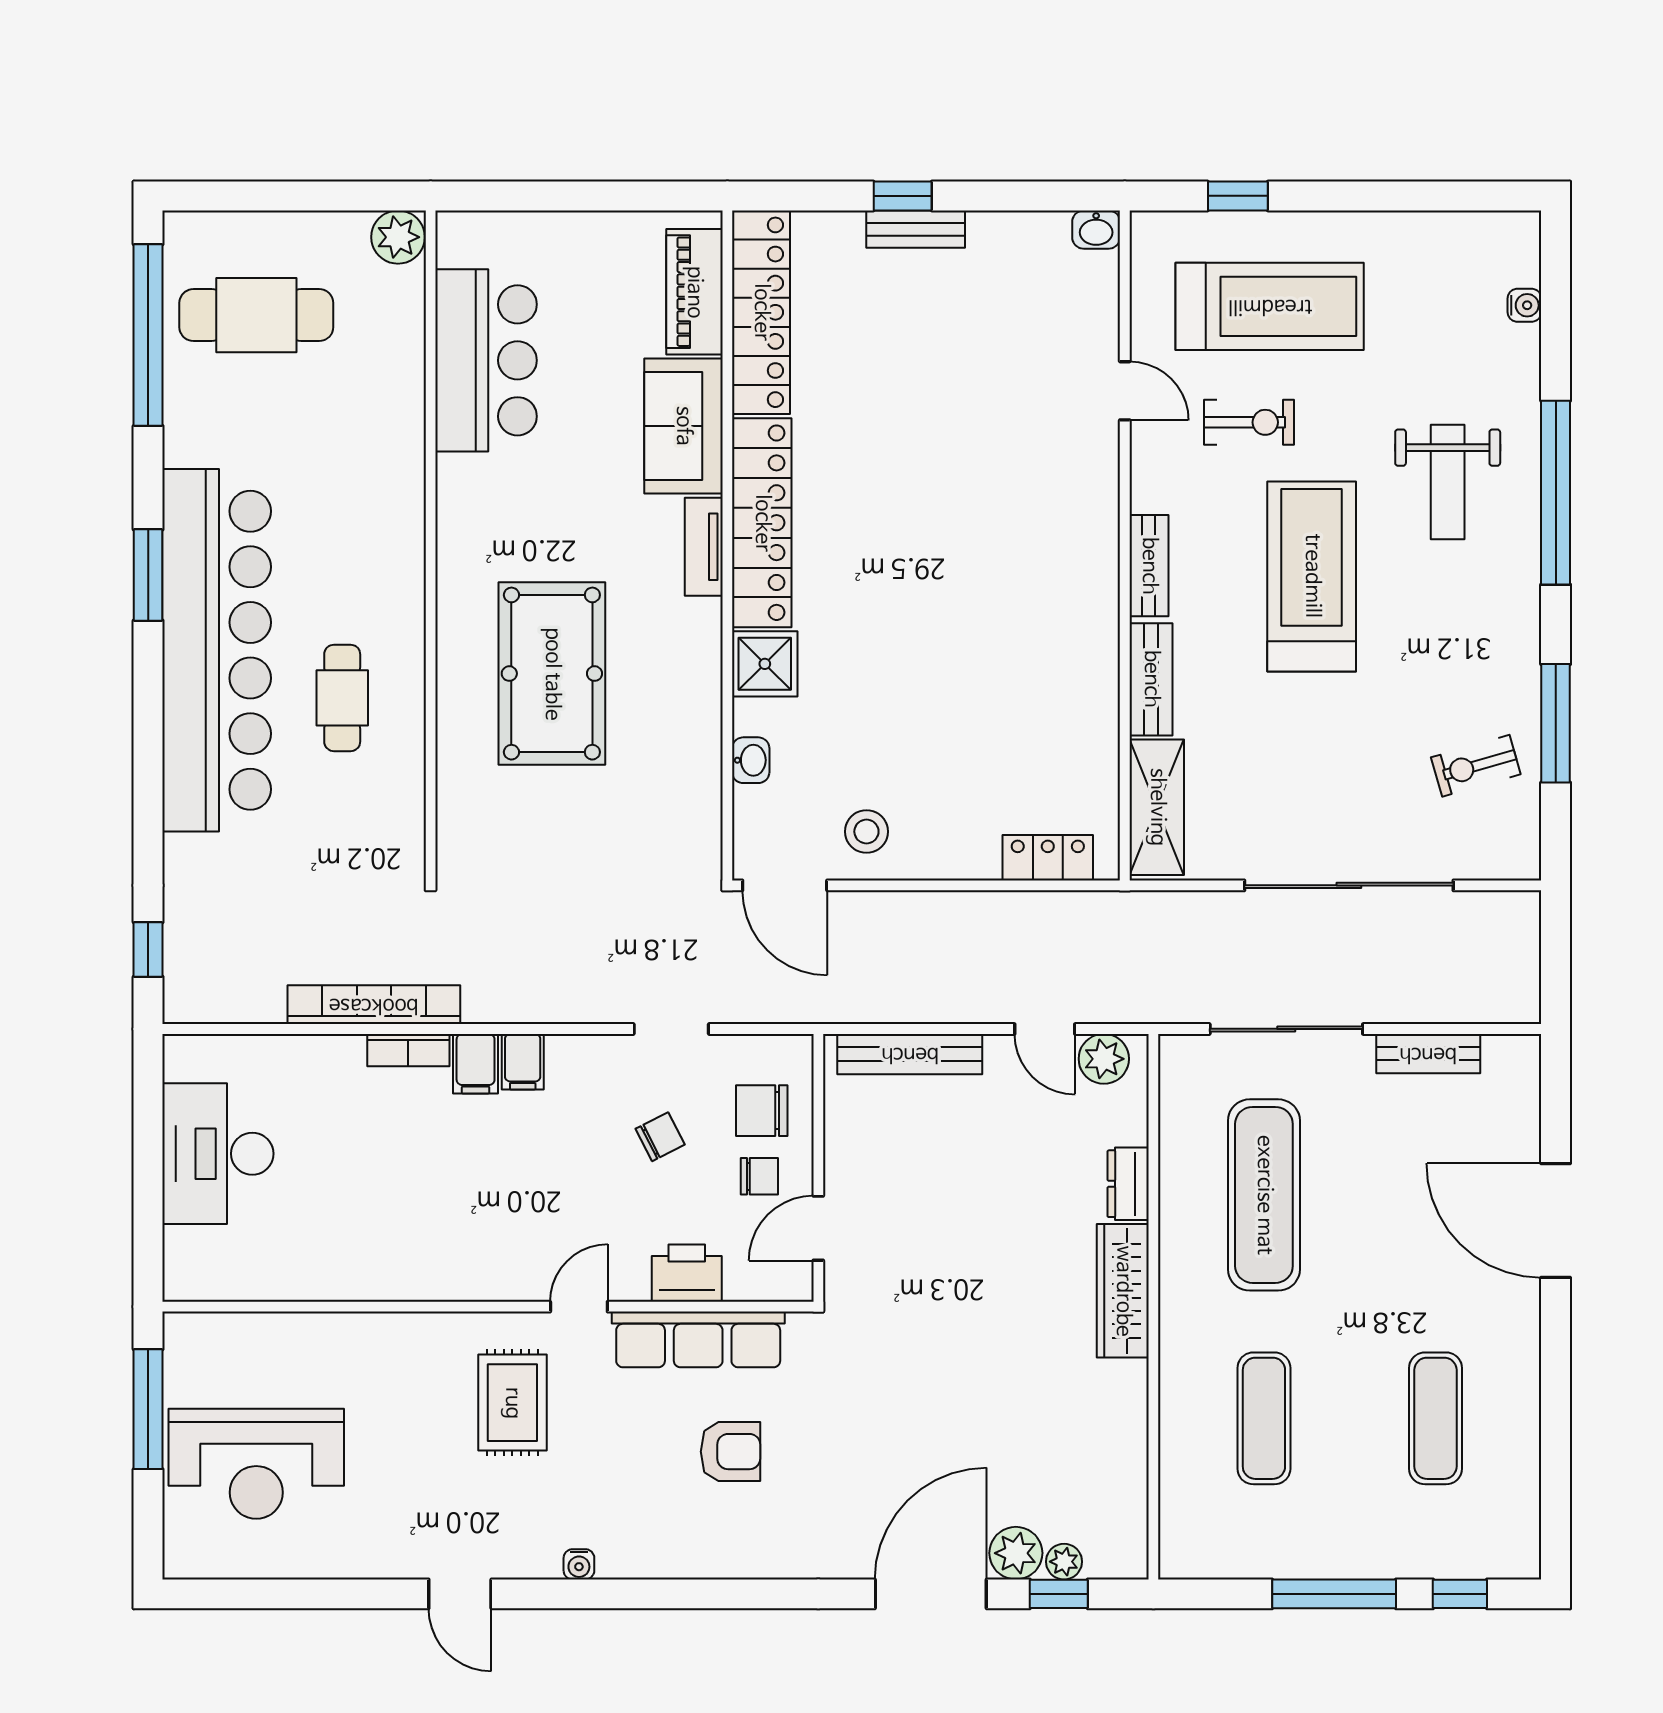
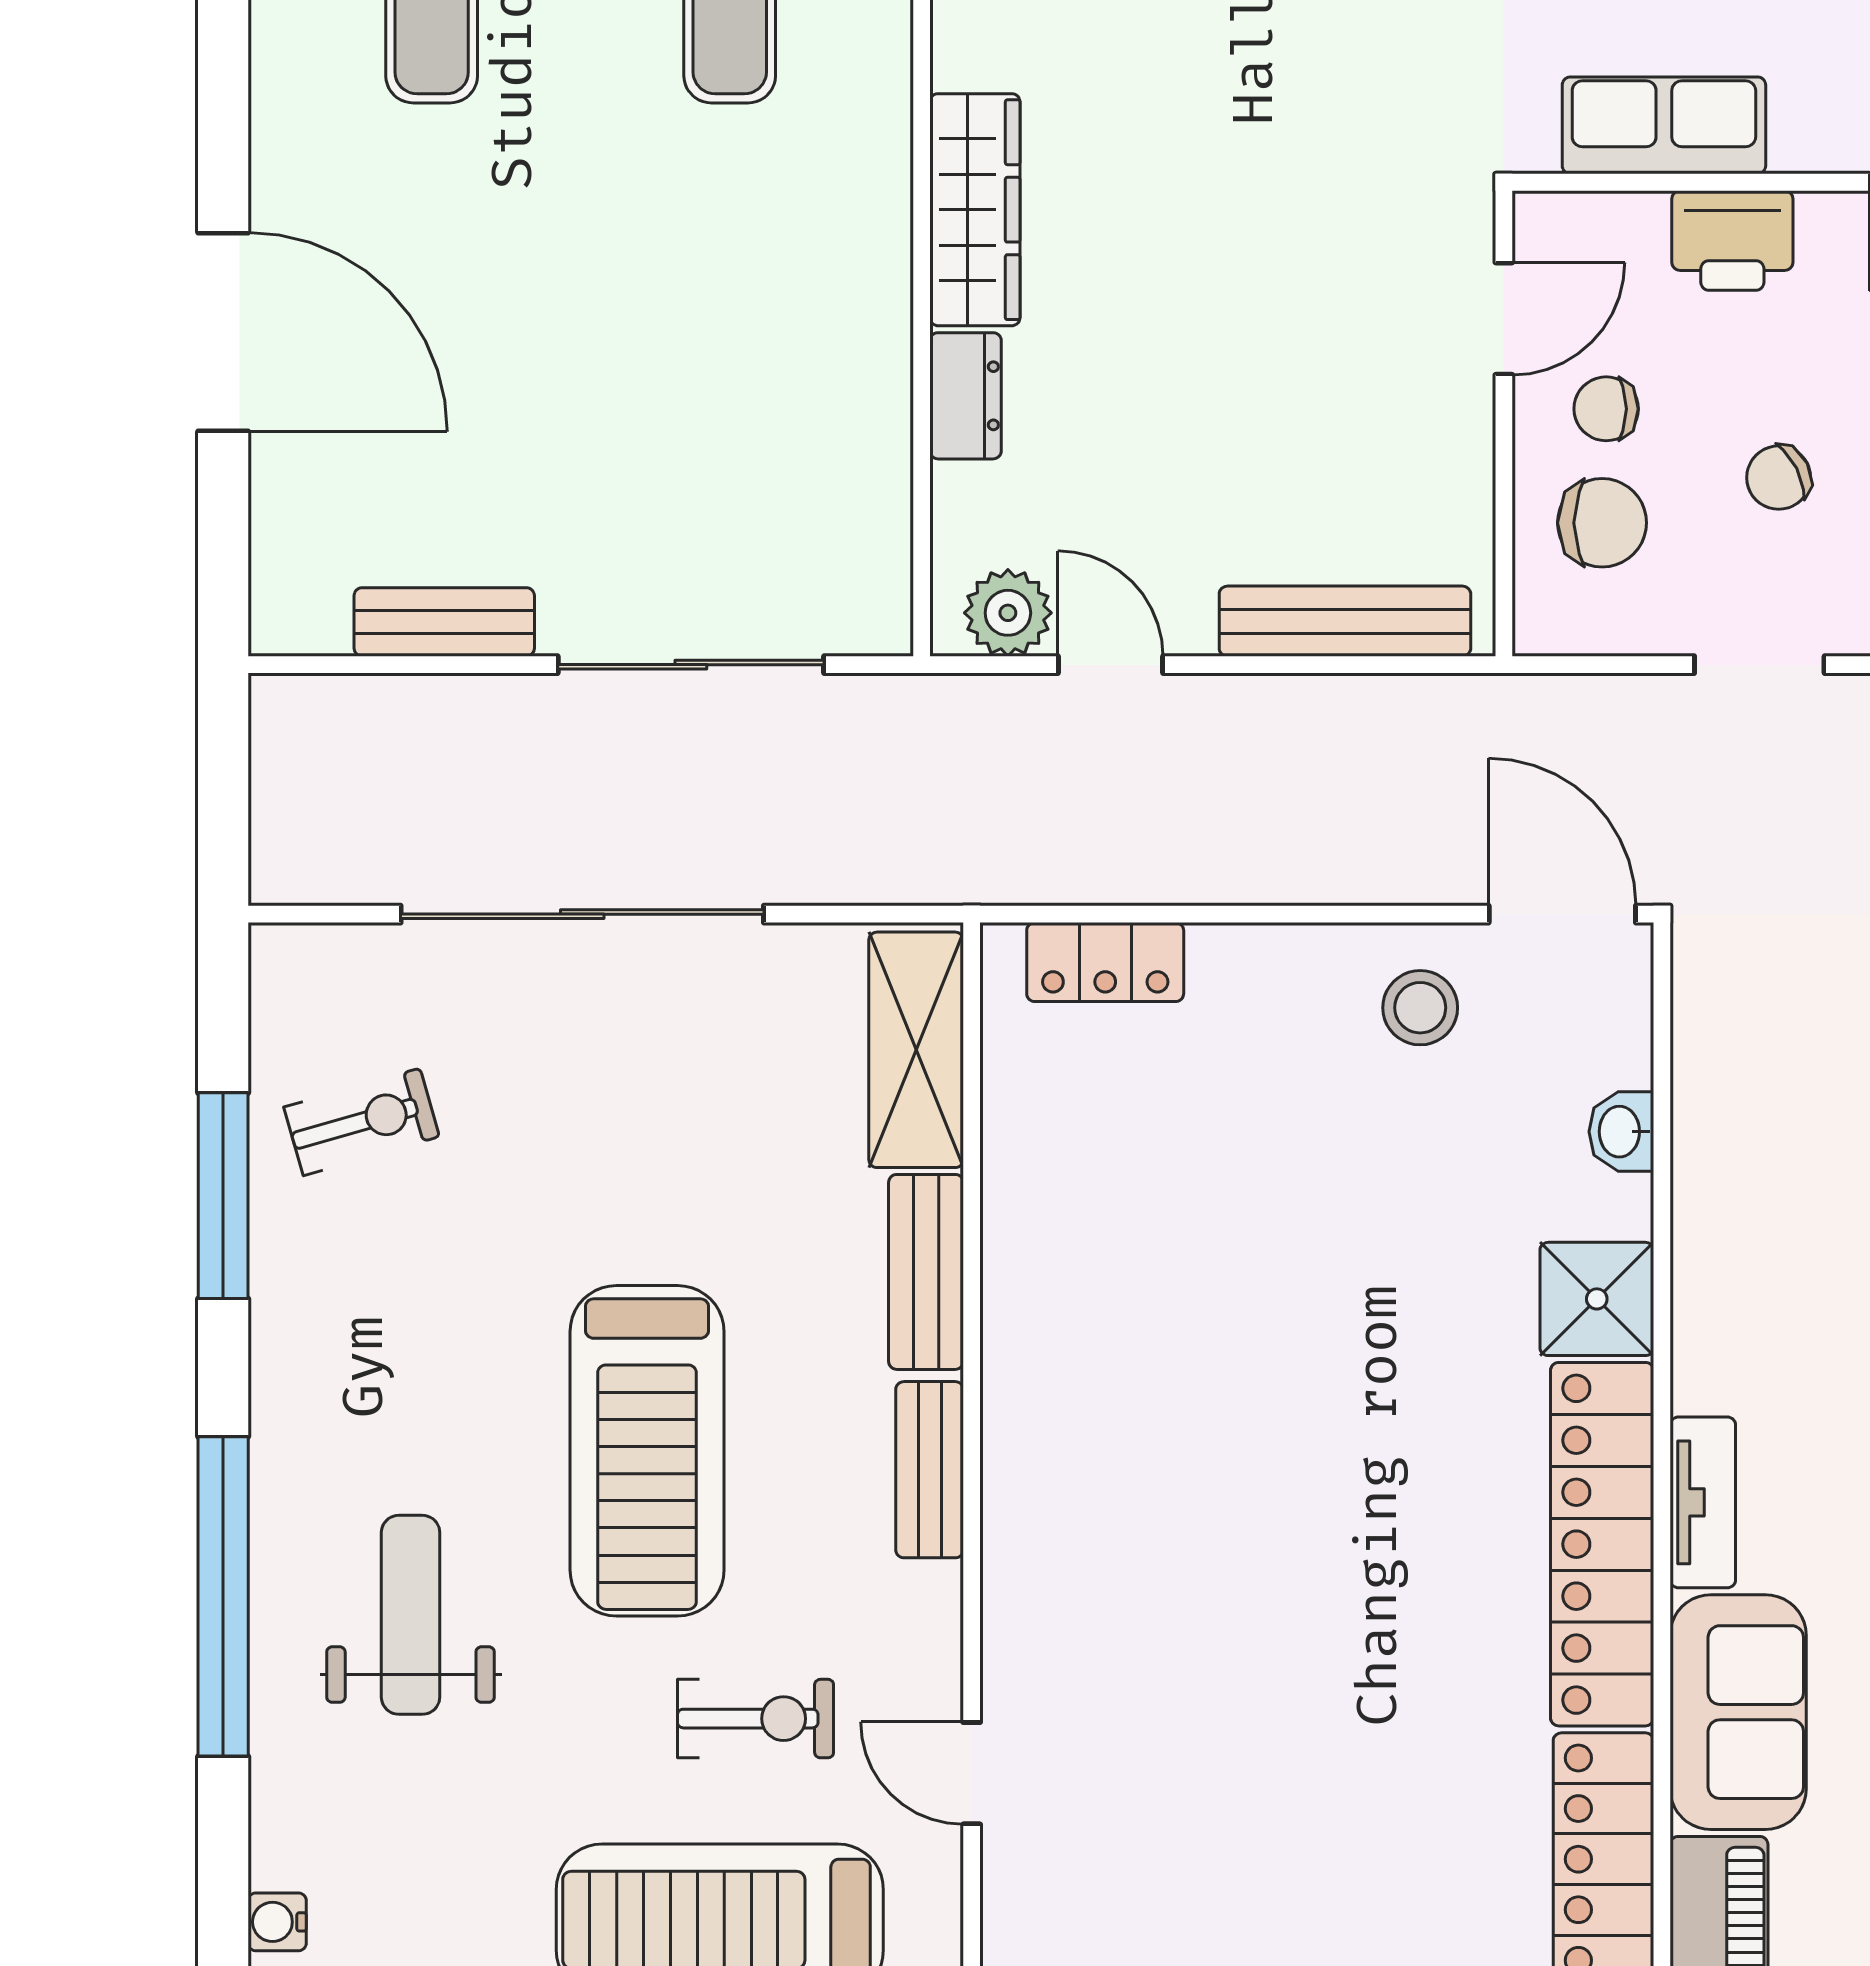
exercise bike: (1249, 422) -> (756, 1719), turned 180
exercise mat: (1264, 1195) -> (730, 376), removed
row of seats: (698, 1339) -> (1664, 125), width x0.68

